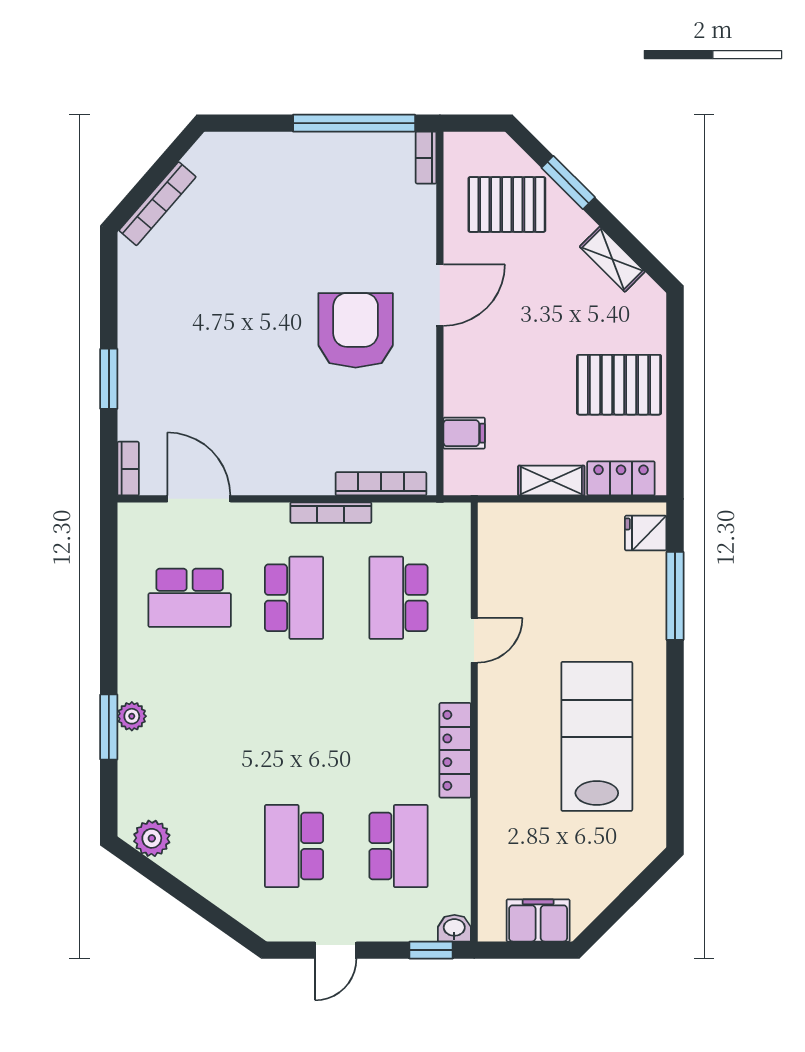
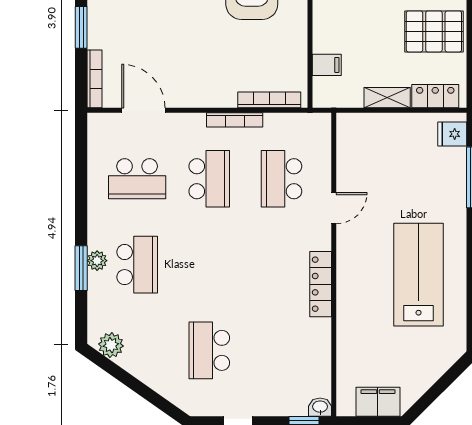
bookcase: (128, 469) -> (95, 79), width x1.56
school desk: (398, 846) -> (137, 265), moved

